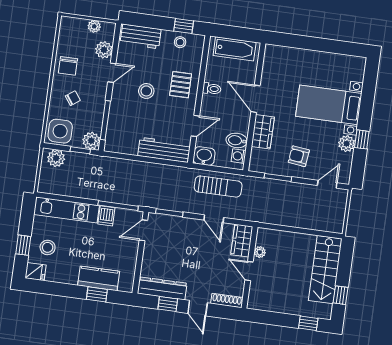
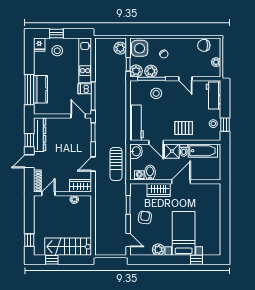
bathtub: (235, 49) -> (203, 151), moved, turned -90
plant: (104, 50) -> (151, 71), moved
chair: (68, 66) -> (204, 45), moved
stool: (146, 91) -> (156, 93), moved
shower: (211, 106) -> (172, 151), added
window: (362, 139) -> (196, 260), moved
door: (249, 271) -> (48, 194), moved
window: (97, 294) -> (29, 90), width x2.17

